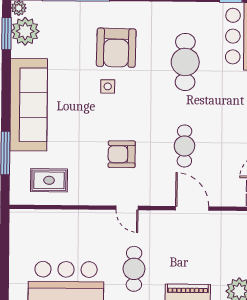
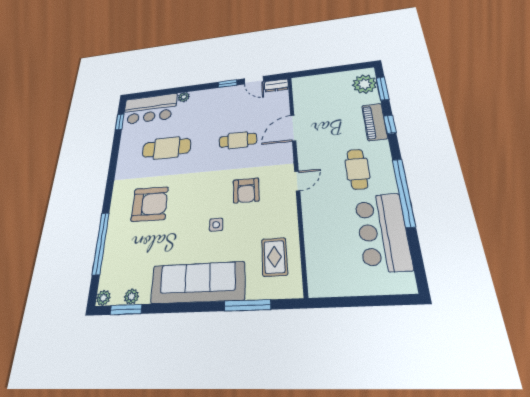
plant: (25, 31) -> (131, 297), width x0.53, depth x0.53
side table: (108, 86) -> (216, 225), moved
cafe table: (134, 269) -> (357, 169), turned 90

